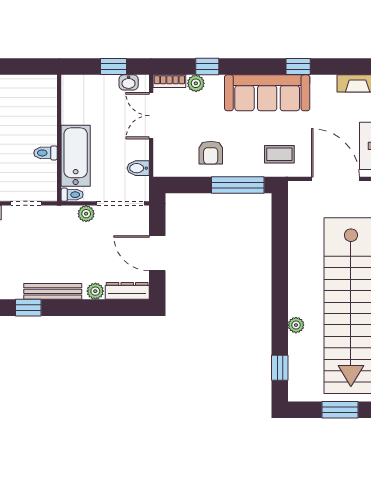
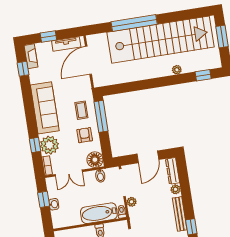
window: (298, 67) -> (23, 69), moved
washbasin: (129, 82) -> (54, 204), moved
plant: (196, 83) -> (49, 145), width x1.87, depth x1.87
armchair: (211, 153) -> (85, 135), turned -90
coffee table: (279, 154) -> (81, 110), moved
floor lamp: (167, 163) -> (95, 160), added

